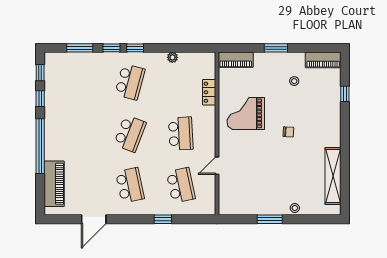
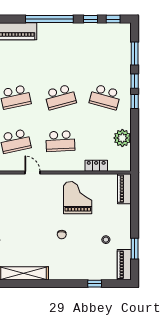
window: (276, 48) -> (135, 249), moved
plant: (172, 57) -> (122, 138), width x1.88, depth x1.88
school desk: (130, 134) -> (60, 97), turned -36

